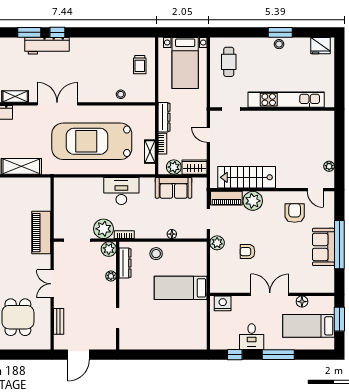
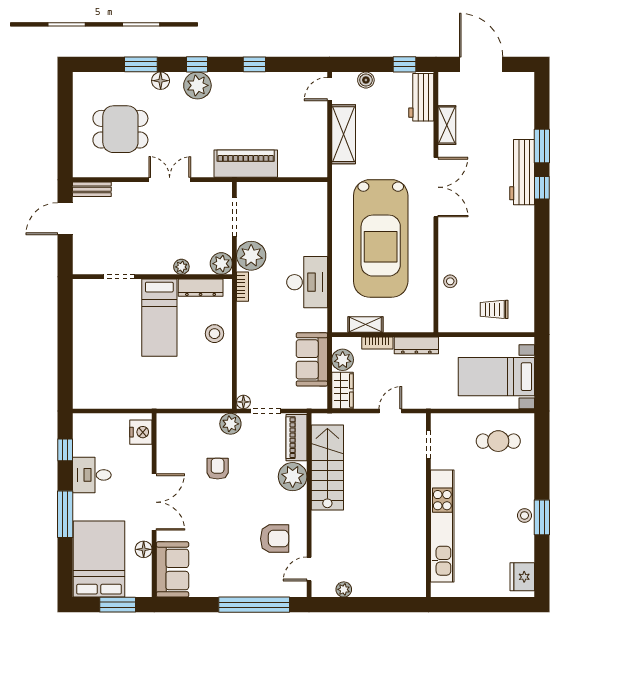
car: (92, 141) -> (381, 238), turned 180
floor lamp: (172, 234) -> (243, 402), moved
window: (339, 245) -> (254, 605), moved
sofa: (323, 247) -> (172, 569), moved, turned 90
bed: (181, 288) -> (159, 318), moved, turned 180
bench: (59, 321) -> (92, 189), moved
bed: (309, 326) -> (99, 559), width x1.50
door: (78, 355) -> (65, 219), hinge flipped

